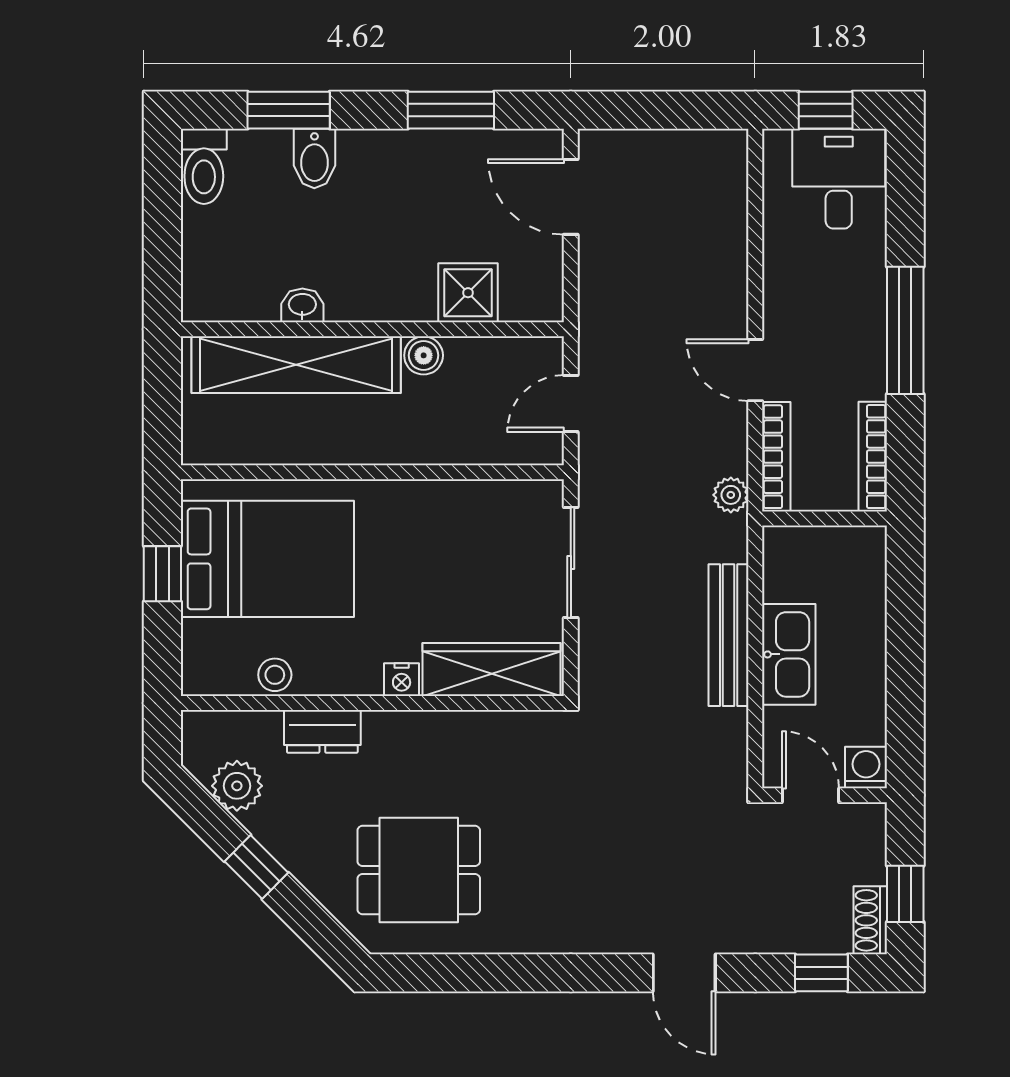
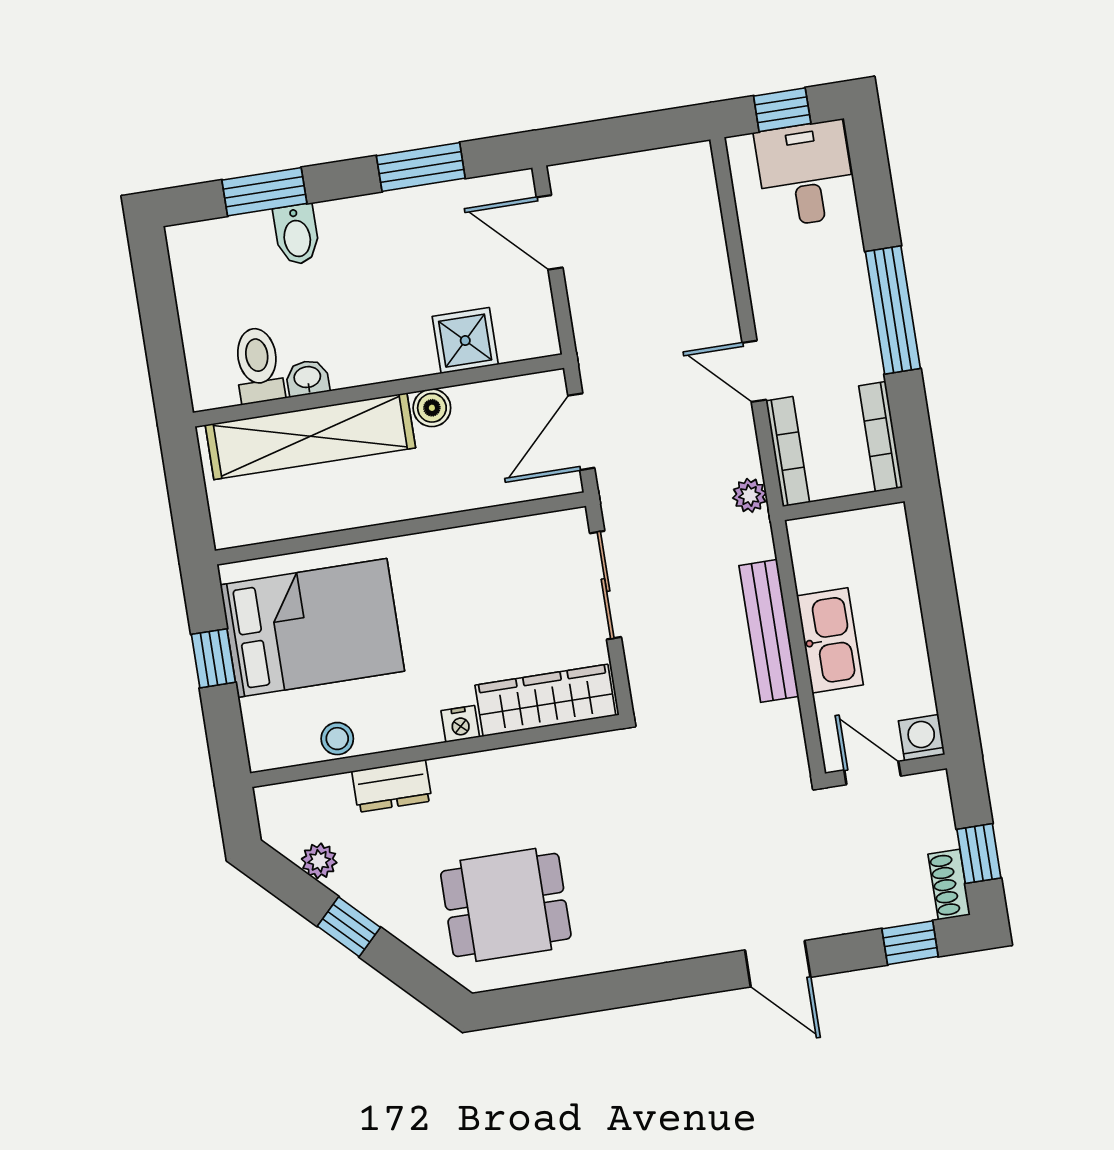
toilet: (204, 166) -> (258, 365), moved, turned 180
door: (571, 404) -> (581, 432), width x1.38
plant: (237, 786) -> (319, 861), width x0.73, depth x0.73

